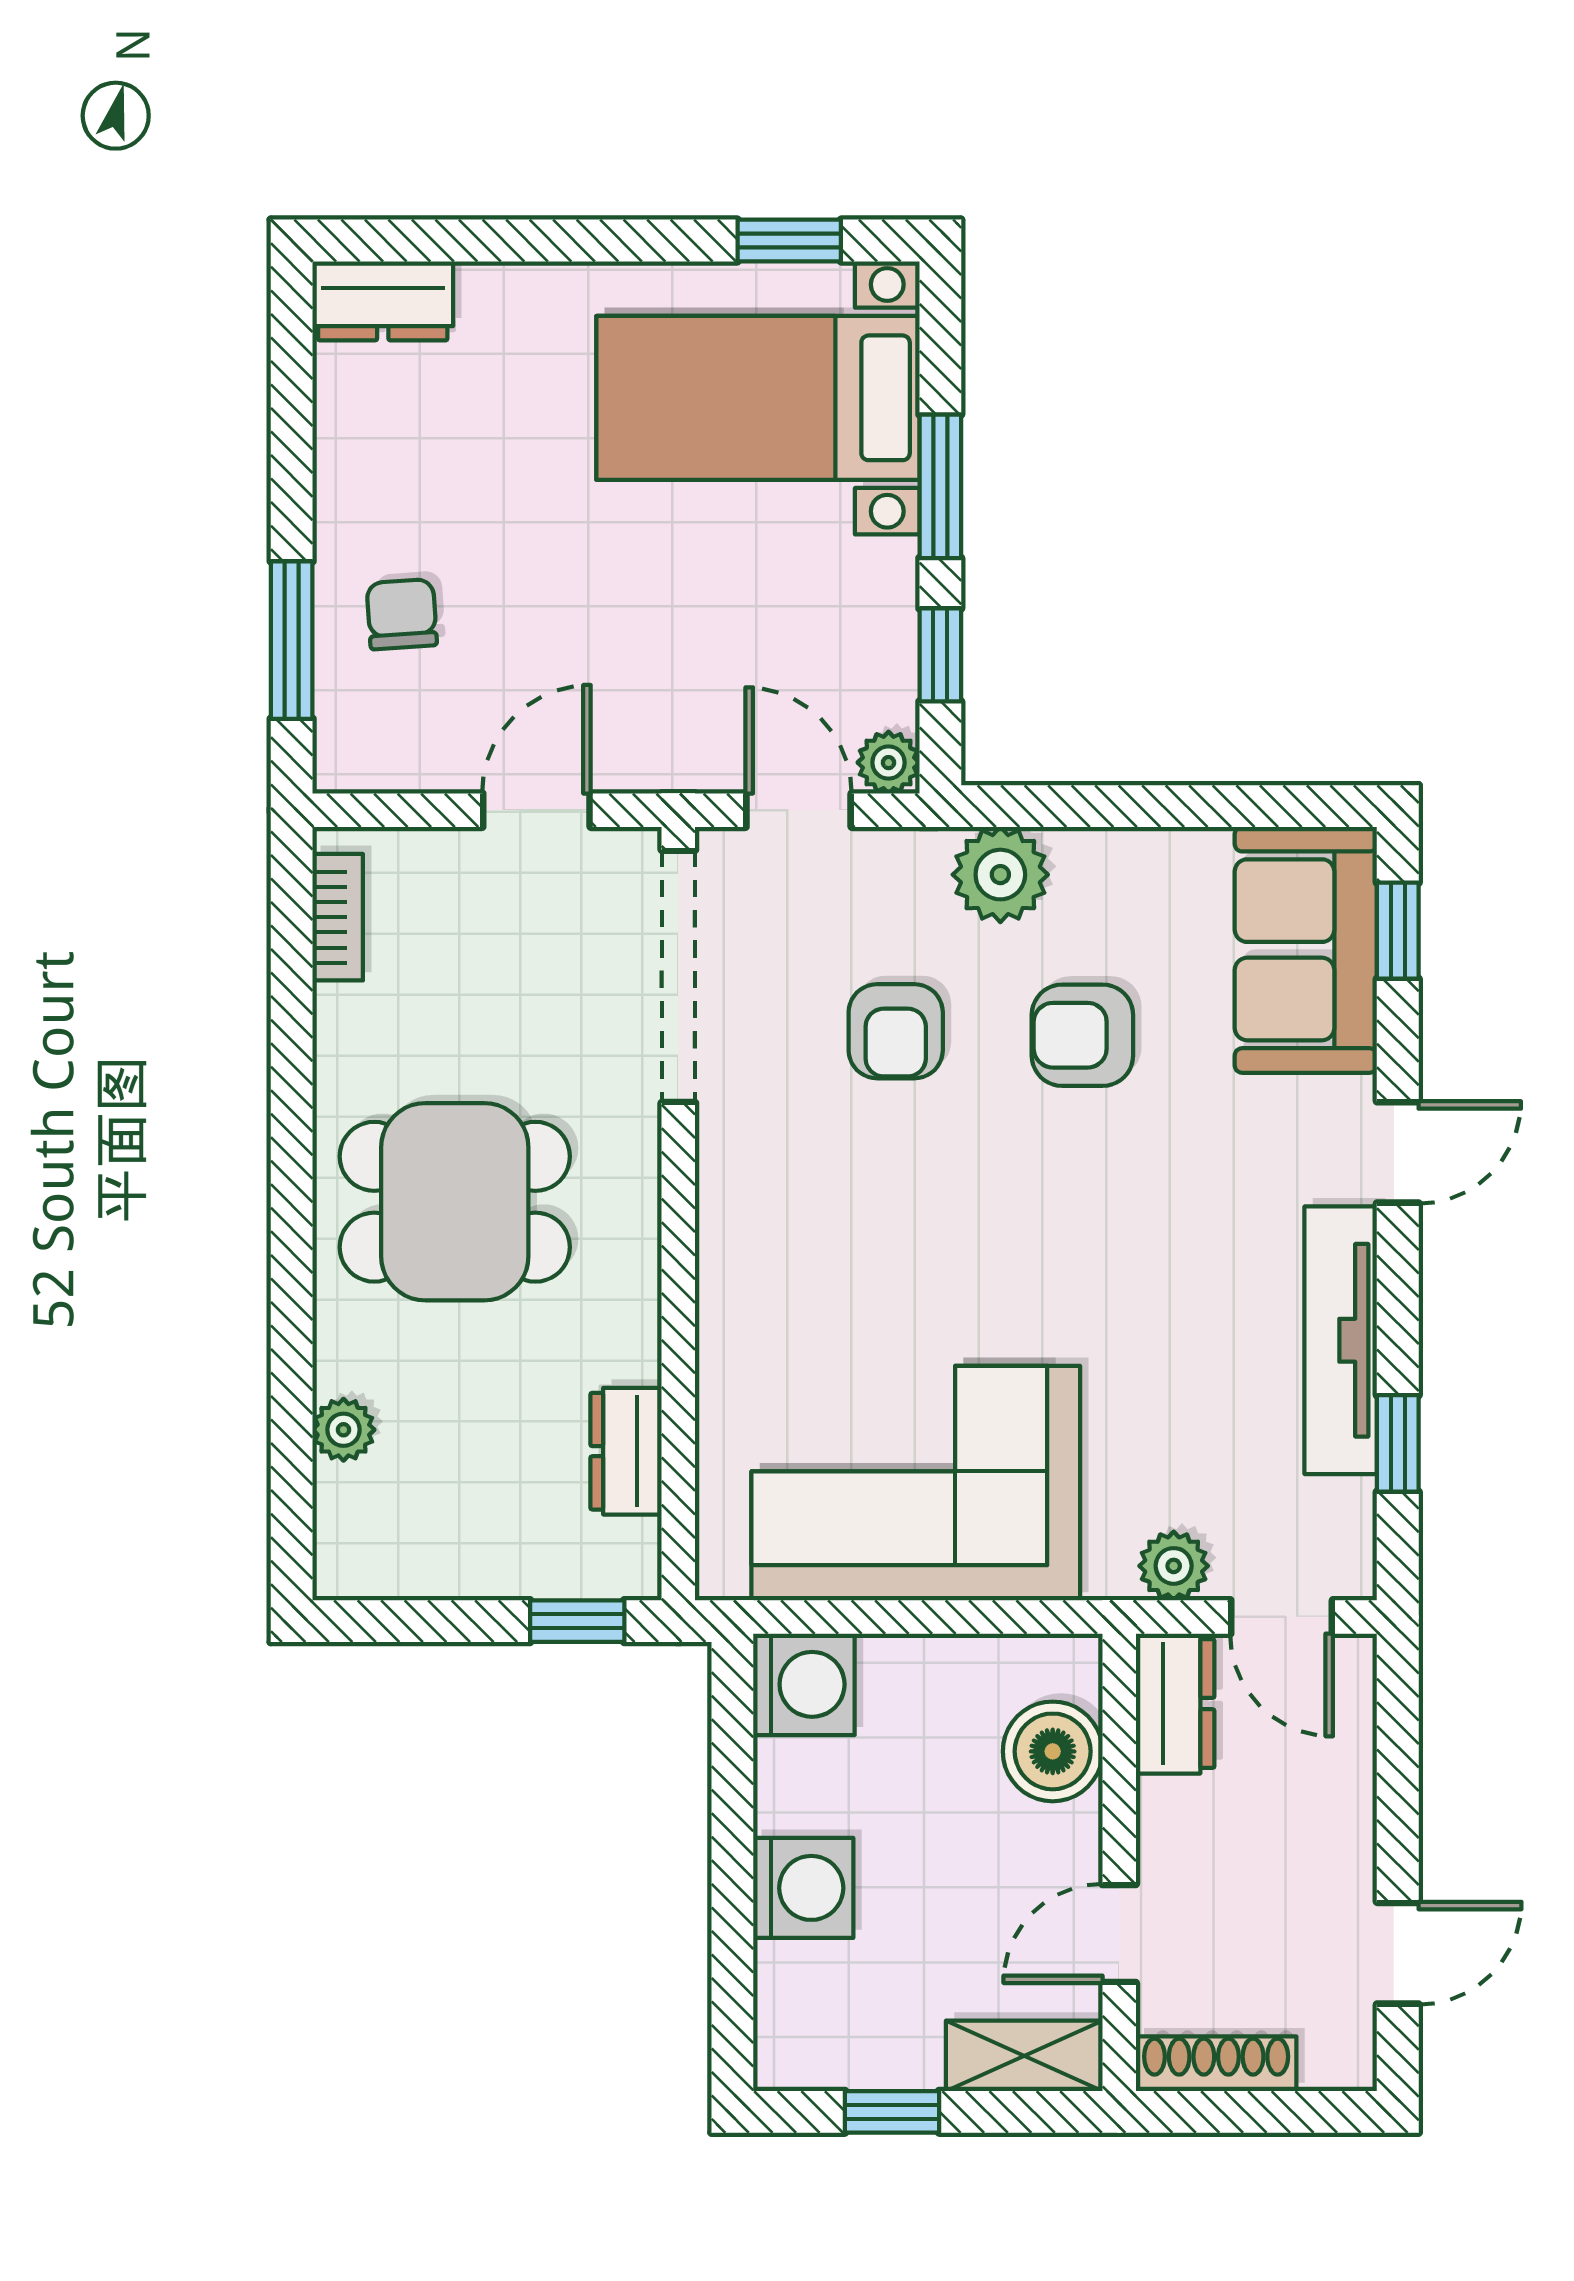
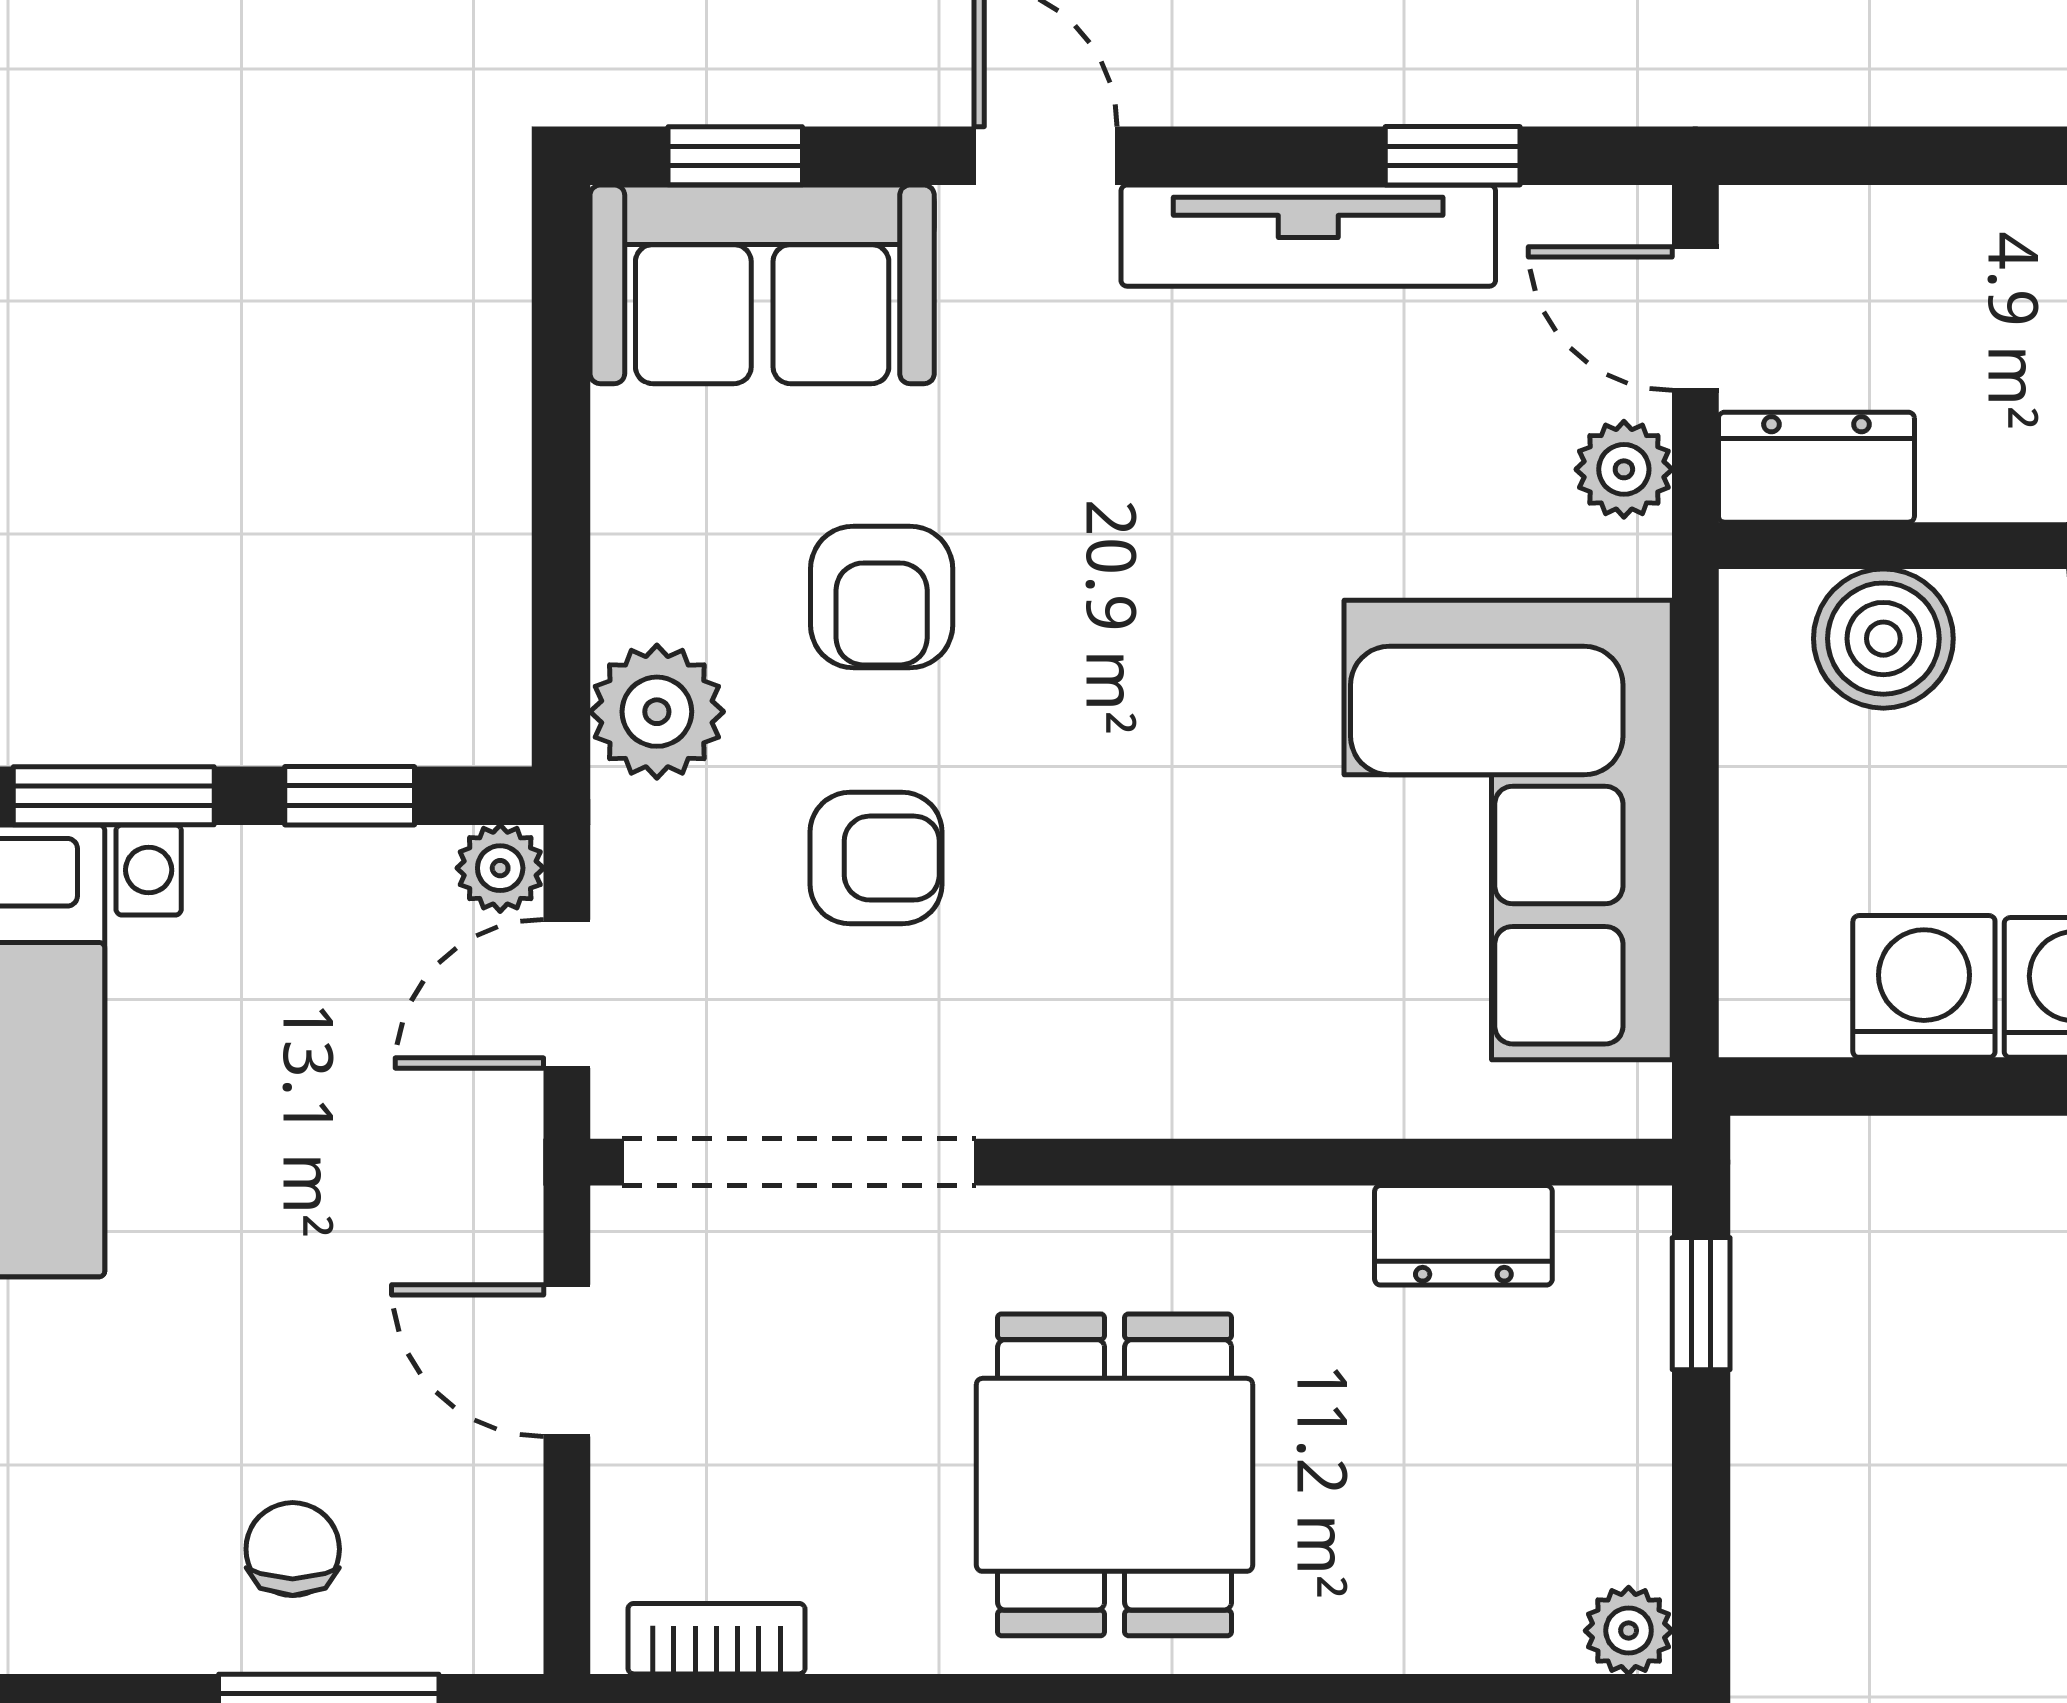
chair: (402, 614) -> (293, 1549), turned 94
plant: (343, 1430) -> (1629, 1631), moved
door: (1282, 1617) -> (1695, 318), swing flipped
washing machine: (804, 1684) -> (1924, 986), moved

